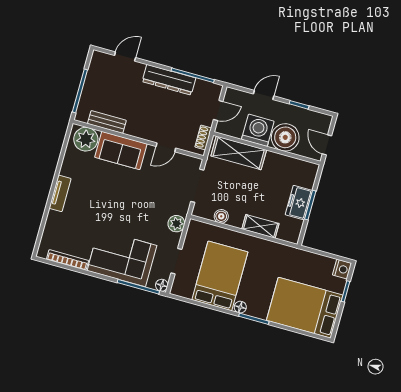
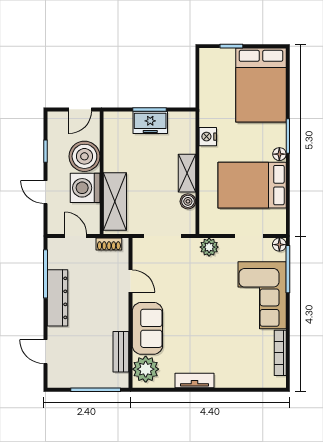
tv unit: (60, 193) -> (195, 381), moved
shelving: (260, 226) -> (187, 173), moved
nightstand: (342, 269) -> (208, 137), moved, turned -90

